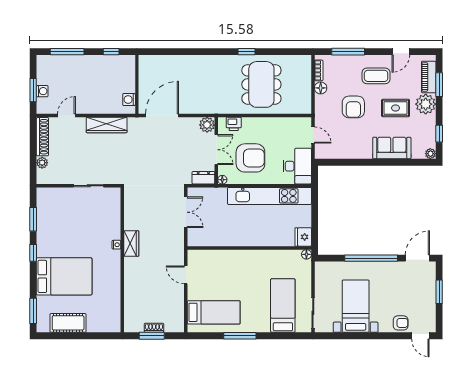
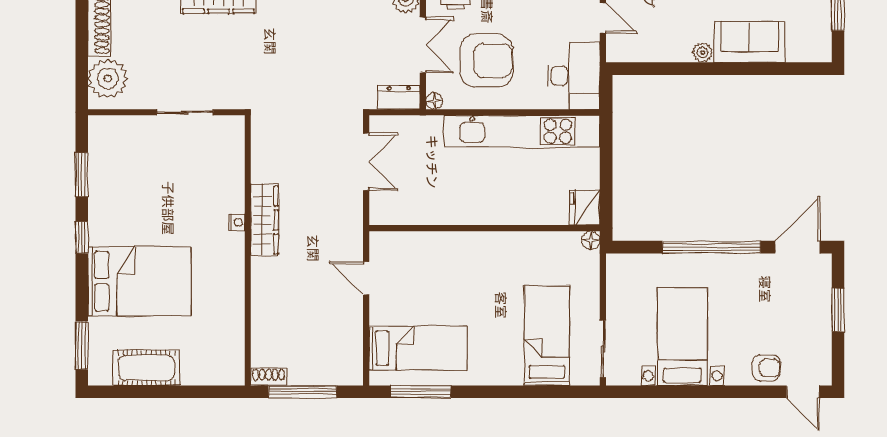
plant: (430, 154) -> (703, 53), moved
plant: (42, 163) -> (108, 79), width x1.87, depth x1.87
wardrobe: (131, 244) -> (265, 220), width x1.50
shoe rack: (154, 328) -> (269, 377), moved
window: (152, 336) -> (303, 392), width x1.44
window: (240, 336) -> (421, 392), moved

